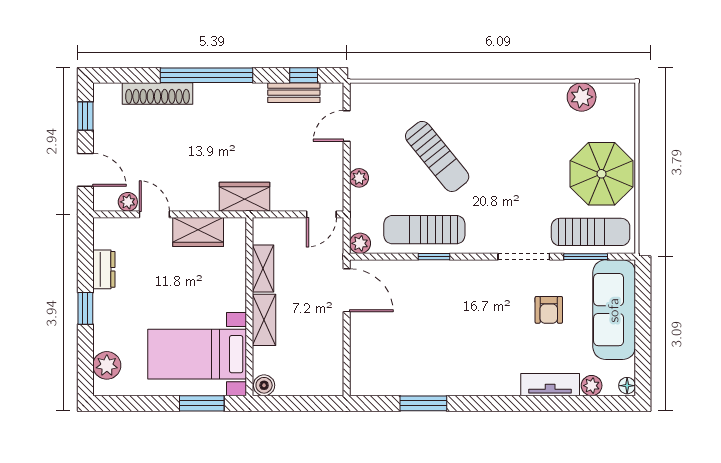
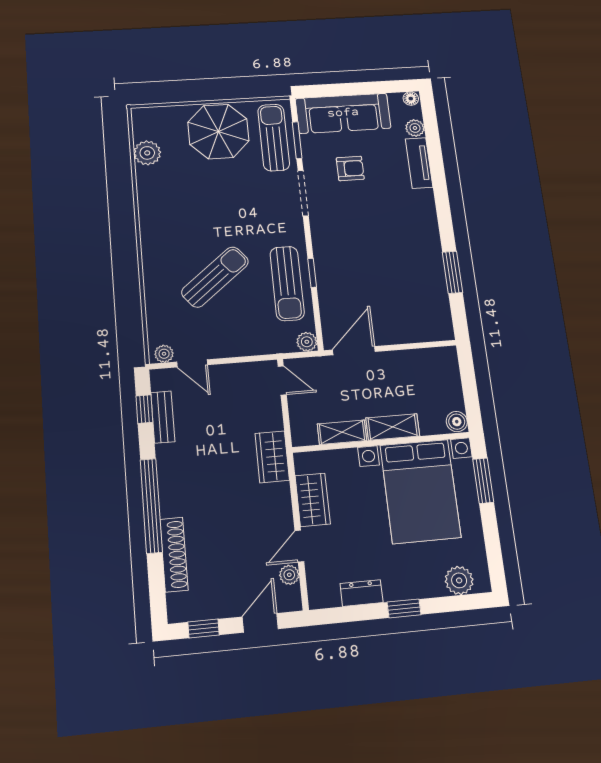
plant: (359, 178) -> (164, 354), moved
bed with nightstands: (197, 354) -> (420, 491), width x1.36

